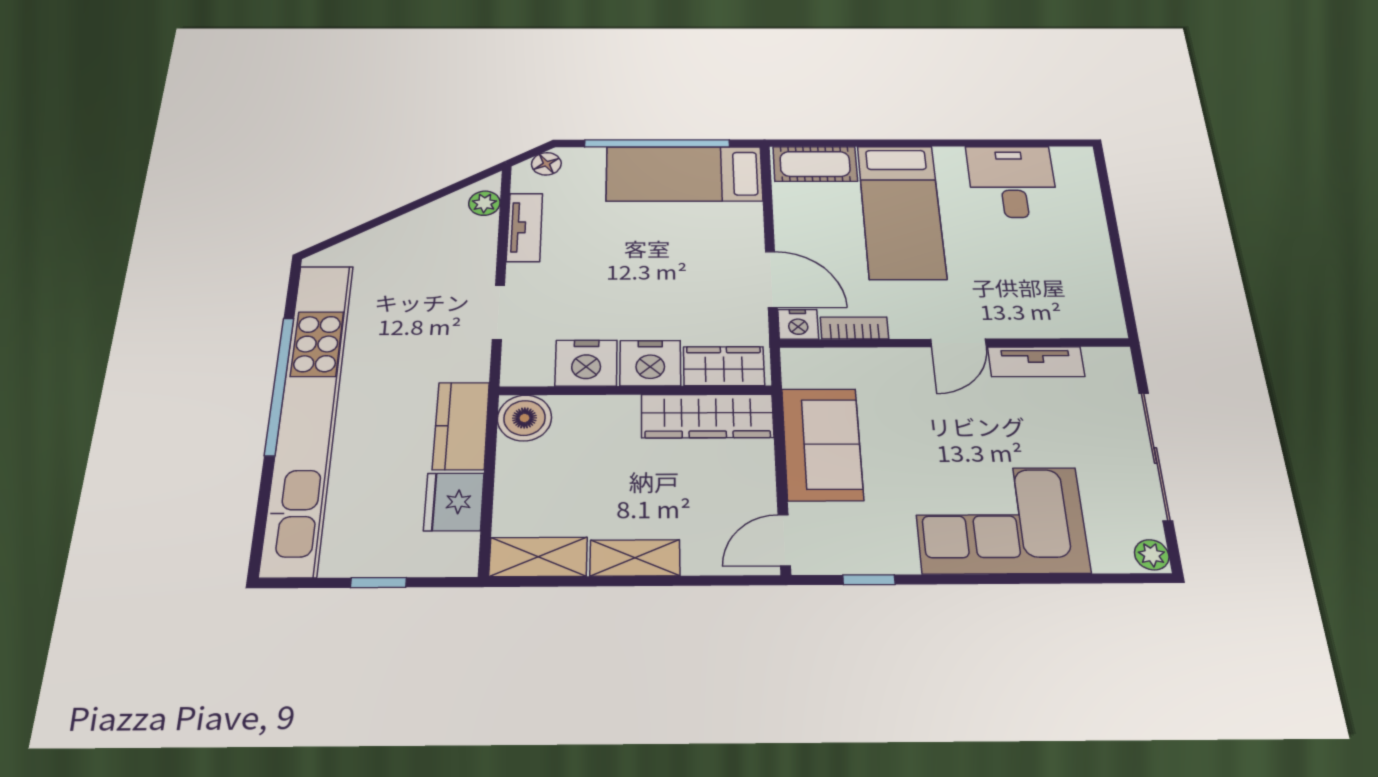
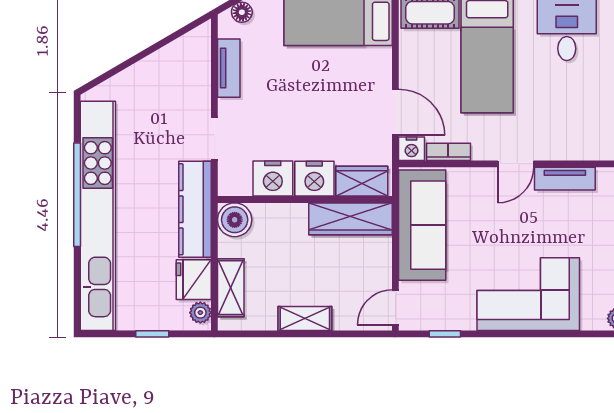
plant: (484, 203) -> (200, 313), moved
kitchen counter: (461, 426) -> (195, 209), width x1.50
sofa: (822, 444) -> (422, 225), width x1.36
shelving: (538, 557) -> (231, 288), moved, turned 90

